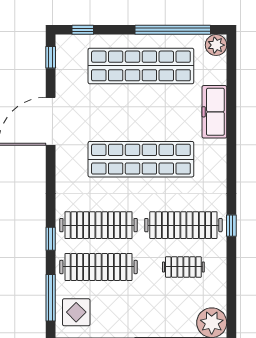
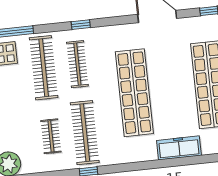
clothes rail: (98, 225) -> (77, 64), width x0.73, depth x0.76
window: (51, 239) -> (81, 25), moved

